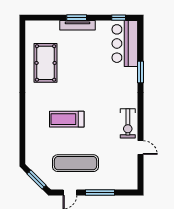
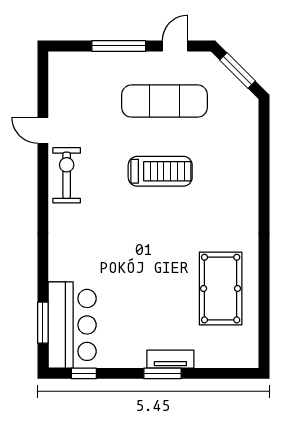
tv unit: (77, 25) -> (170, 359), width x0.71
window: (140, 72) -> (43, 323), moved
treadmill: (67, 119) -> (160, 171), moved

